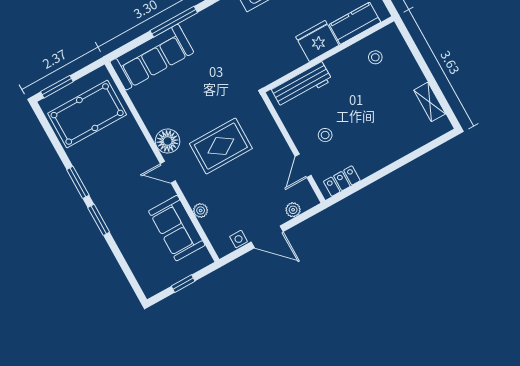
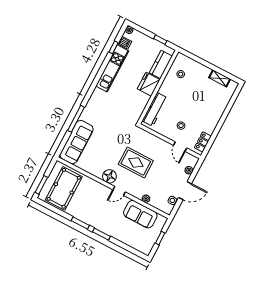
rug: (221, 146) -> (136, 162), turned 90

